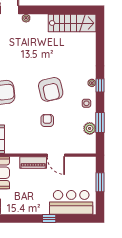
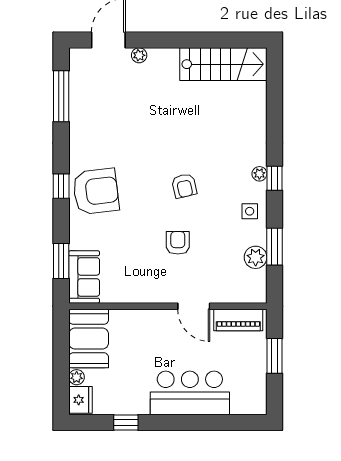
armchair: (51, 89) -> (184, 186), width x0.53, depth x0.53
piano: (33, 163) -> (238, 320), moved
bar counter: (71, 202) -> (190, 393), moved
window: (49, 219) -> (126, 422), moved

